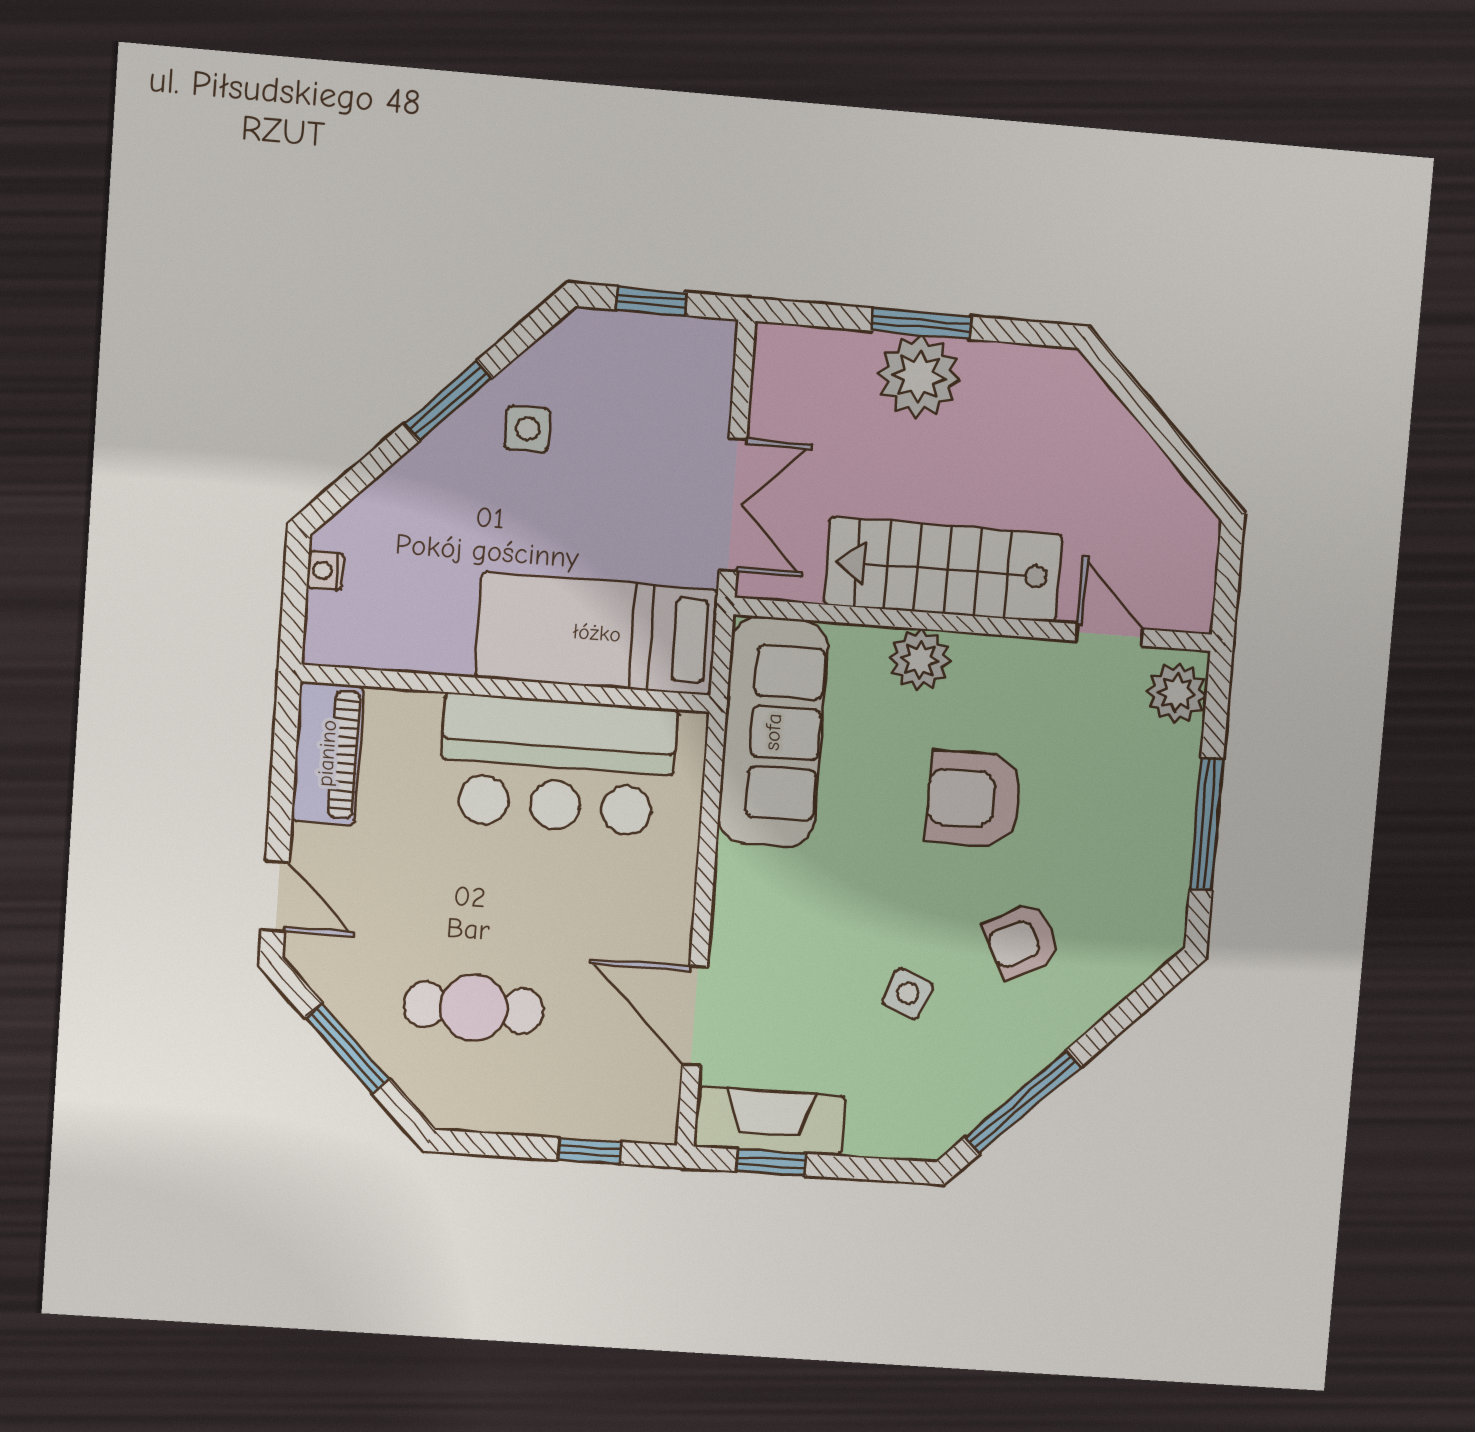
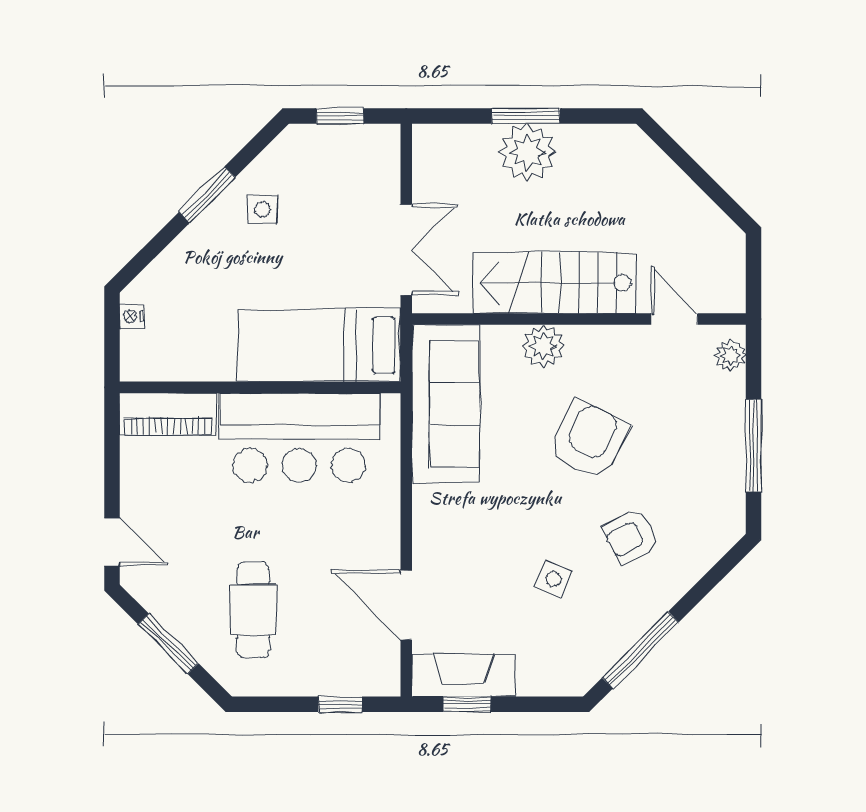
plant: (1177, 693) -> (731, 356), width x0.73, depth x0.73
piano: (327, 753) -> (168, 415), moved, turned 90
armchair: (974, 799) -> (589, 440), turned 116
cafe table: (474, 1008) -> (253, 610), turned 90

